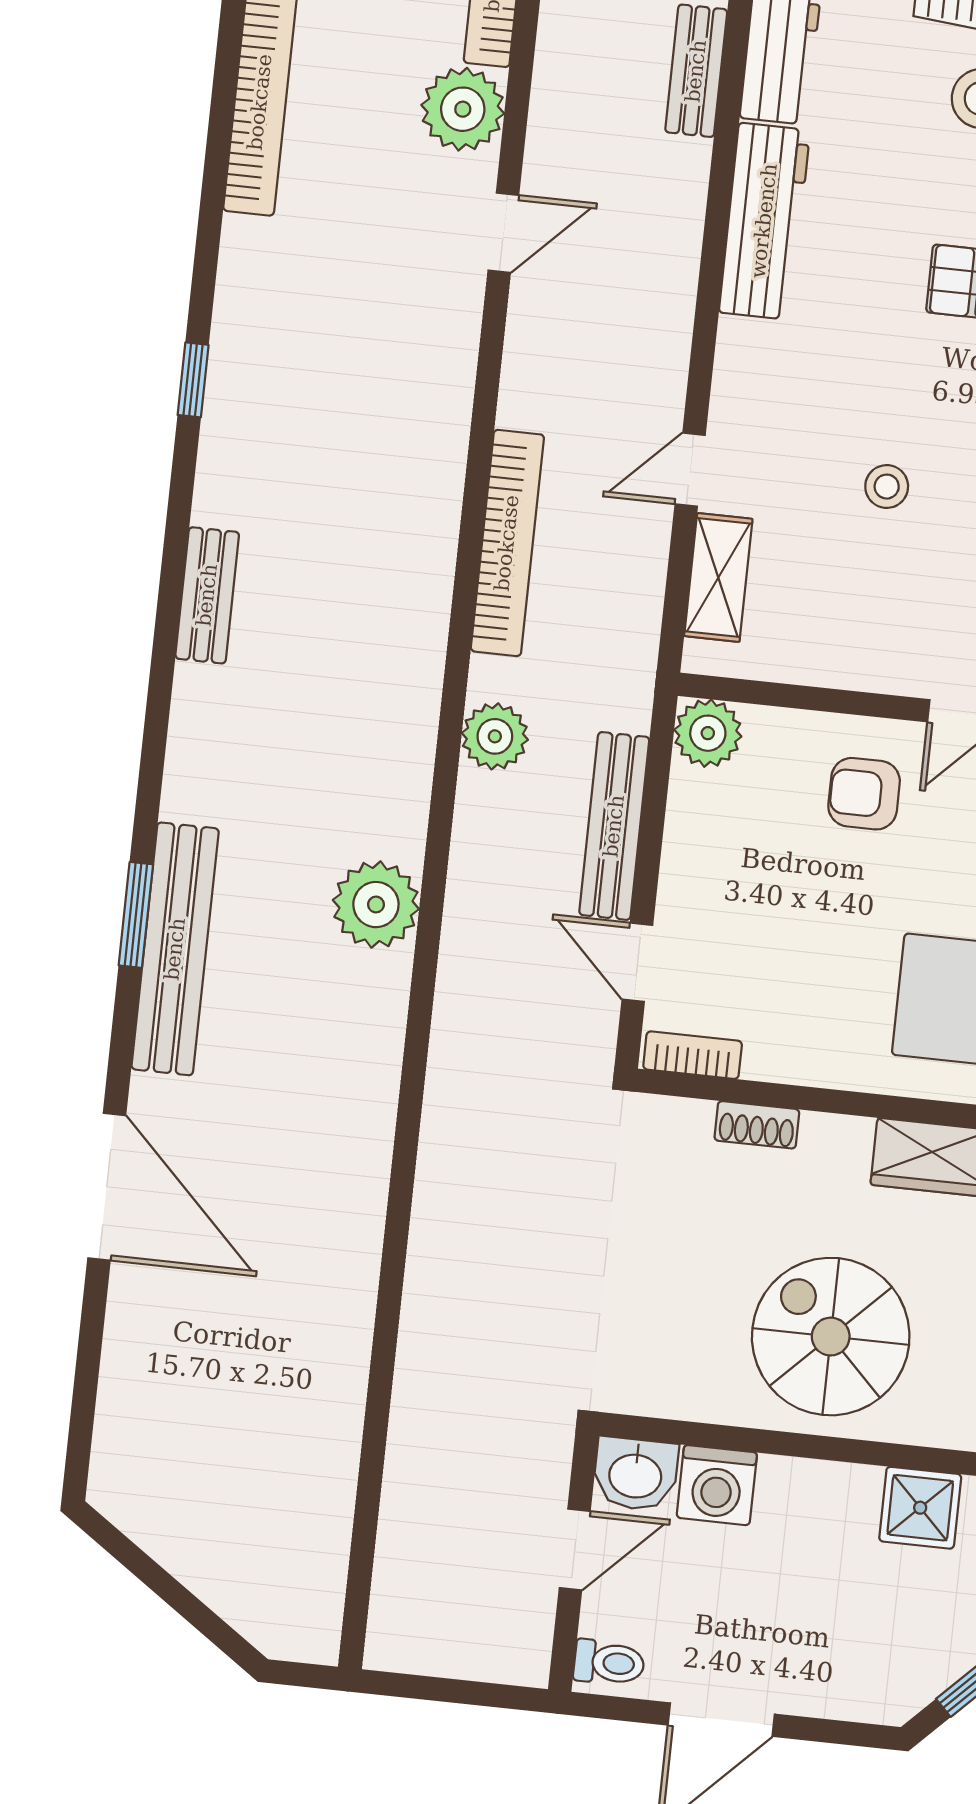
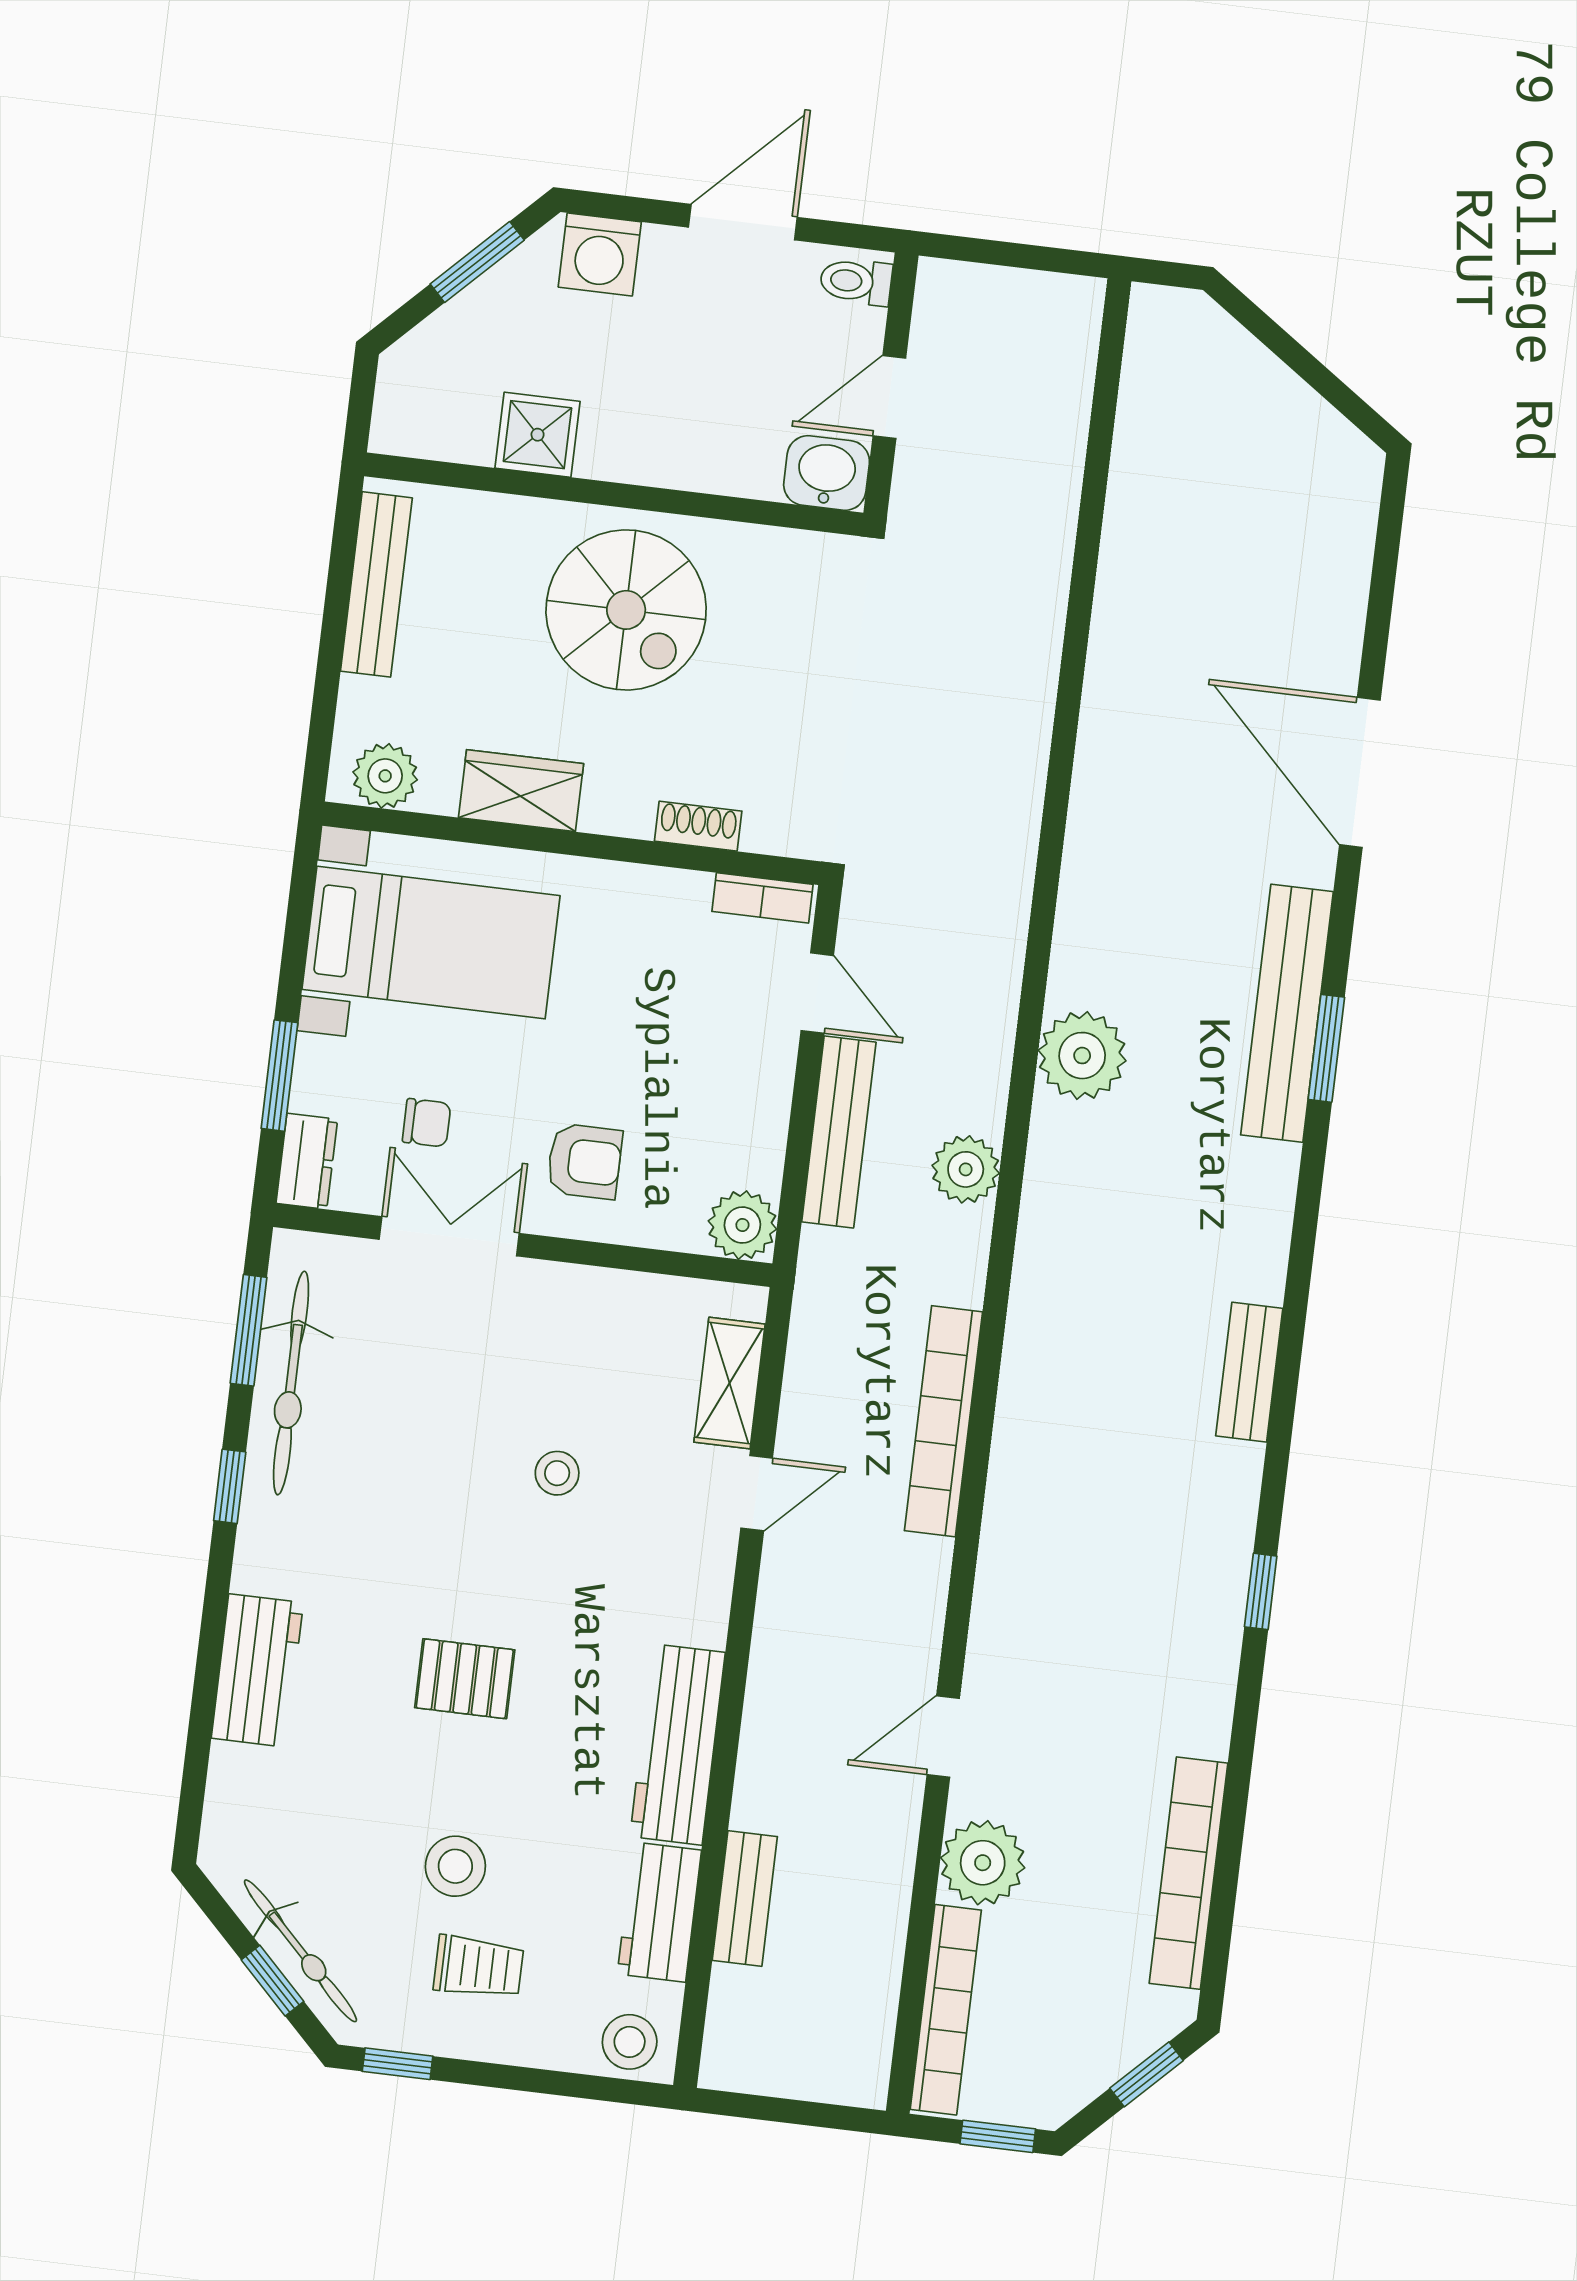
plant: (495, 736) -> (966, 1169), moved
washing machine: (717, 1485) -> (600, 254), moved, turned 180

